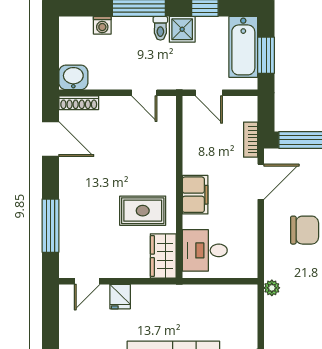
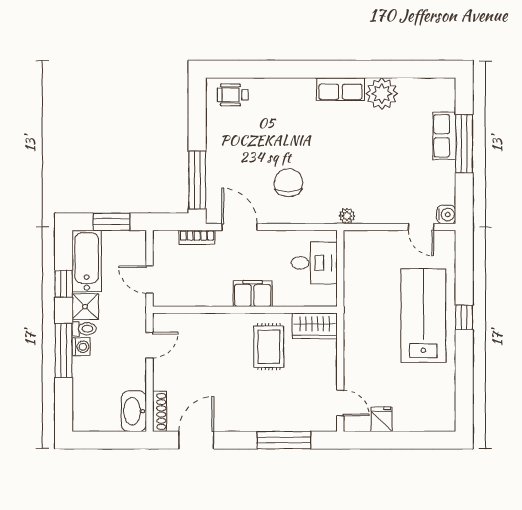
washing machine: (102, 25) -> (81, 347), moved
bathtub: (243, 47) -> (87, 261), moved, turned -90
washbasin: (73, 77) -> (134, 411), width x1.38
door: (209, 93) -> (149, 280), swing flipped
desk: (205, 250) -> (314, 263), moved, turned -90
fridge: (120, 297) -> (382, 419), moved, turned -90

